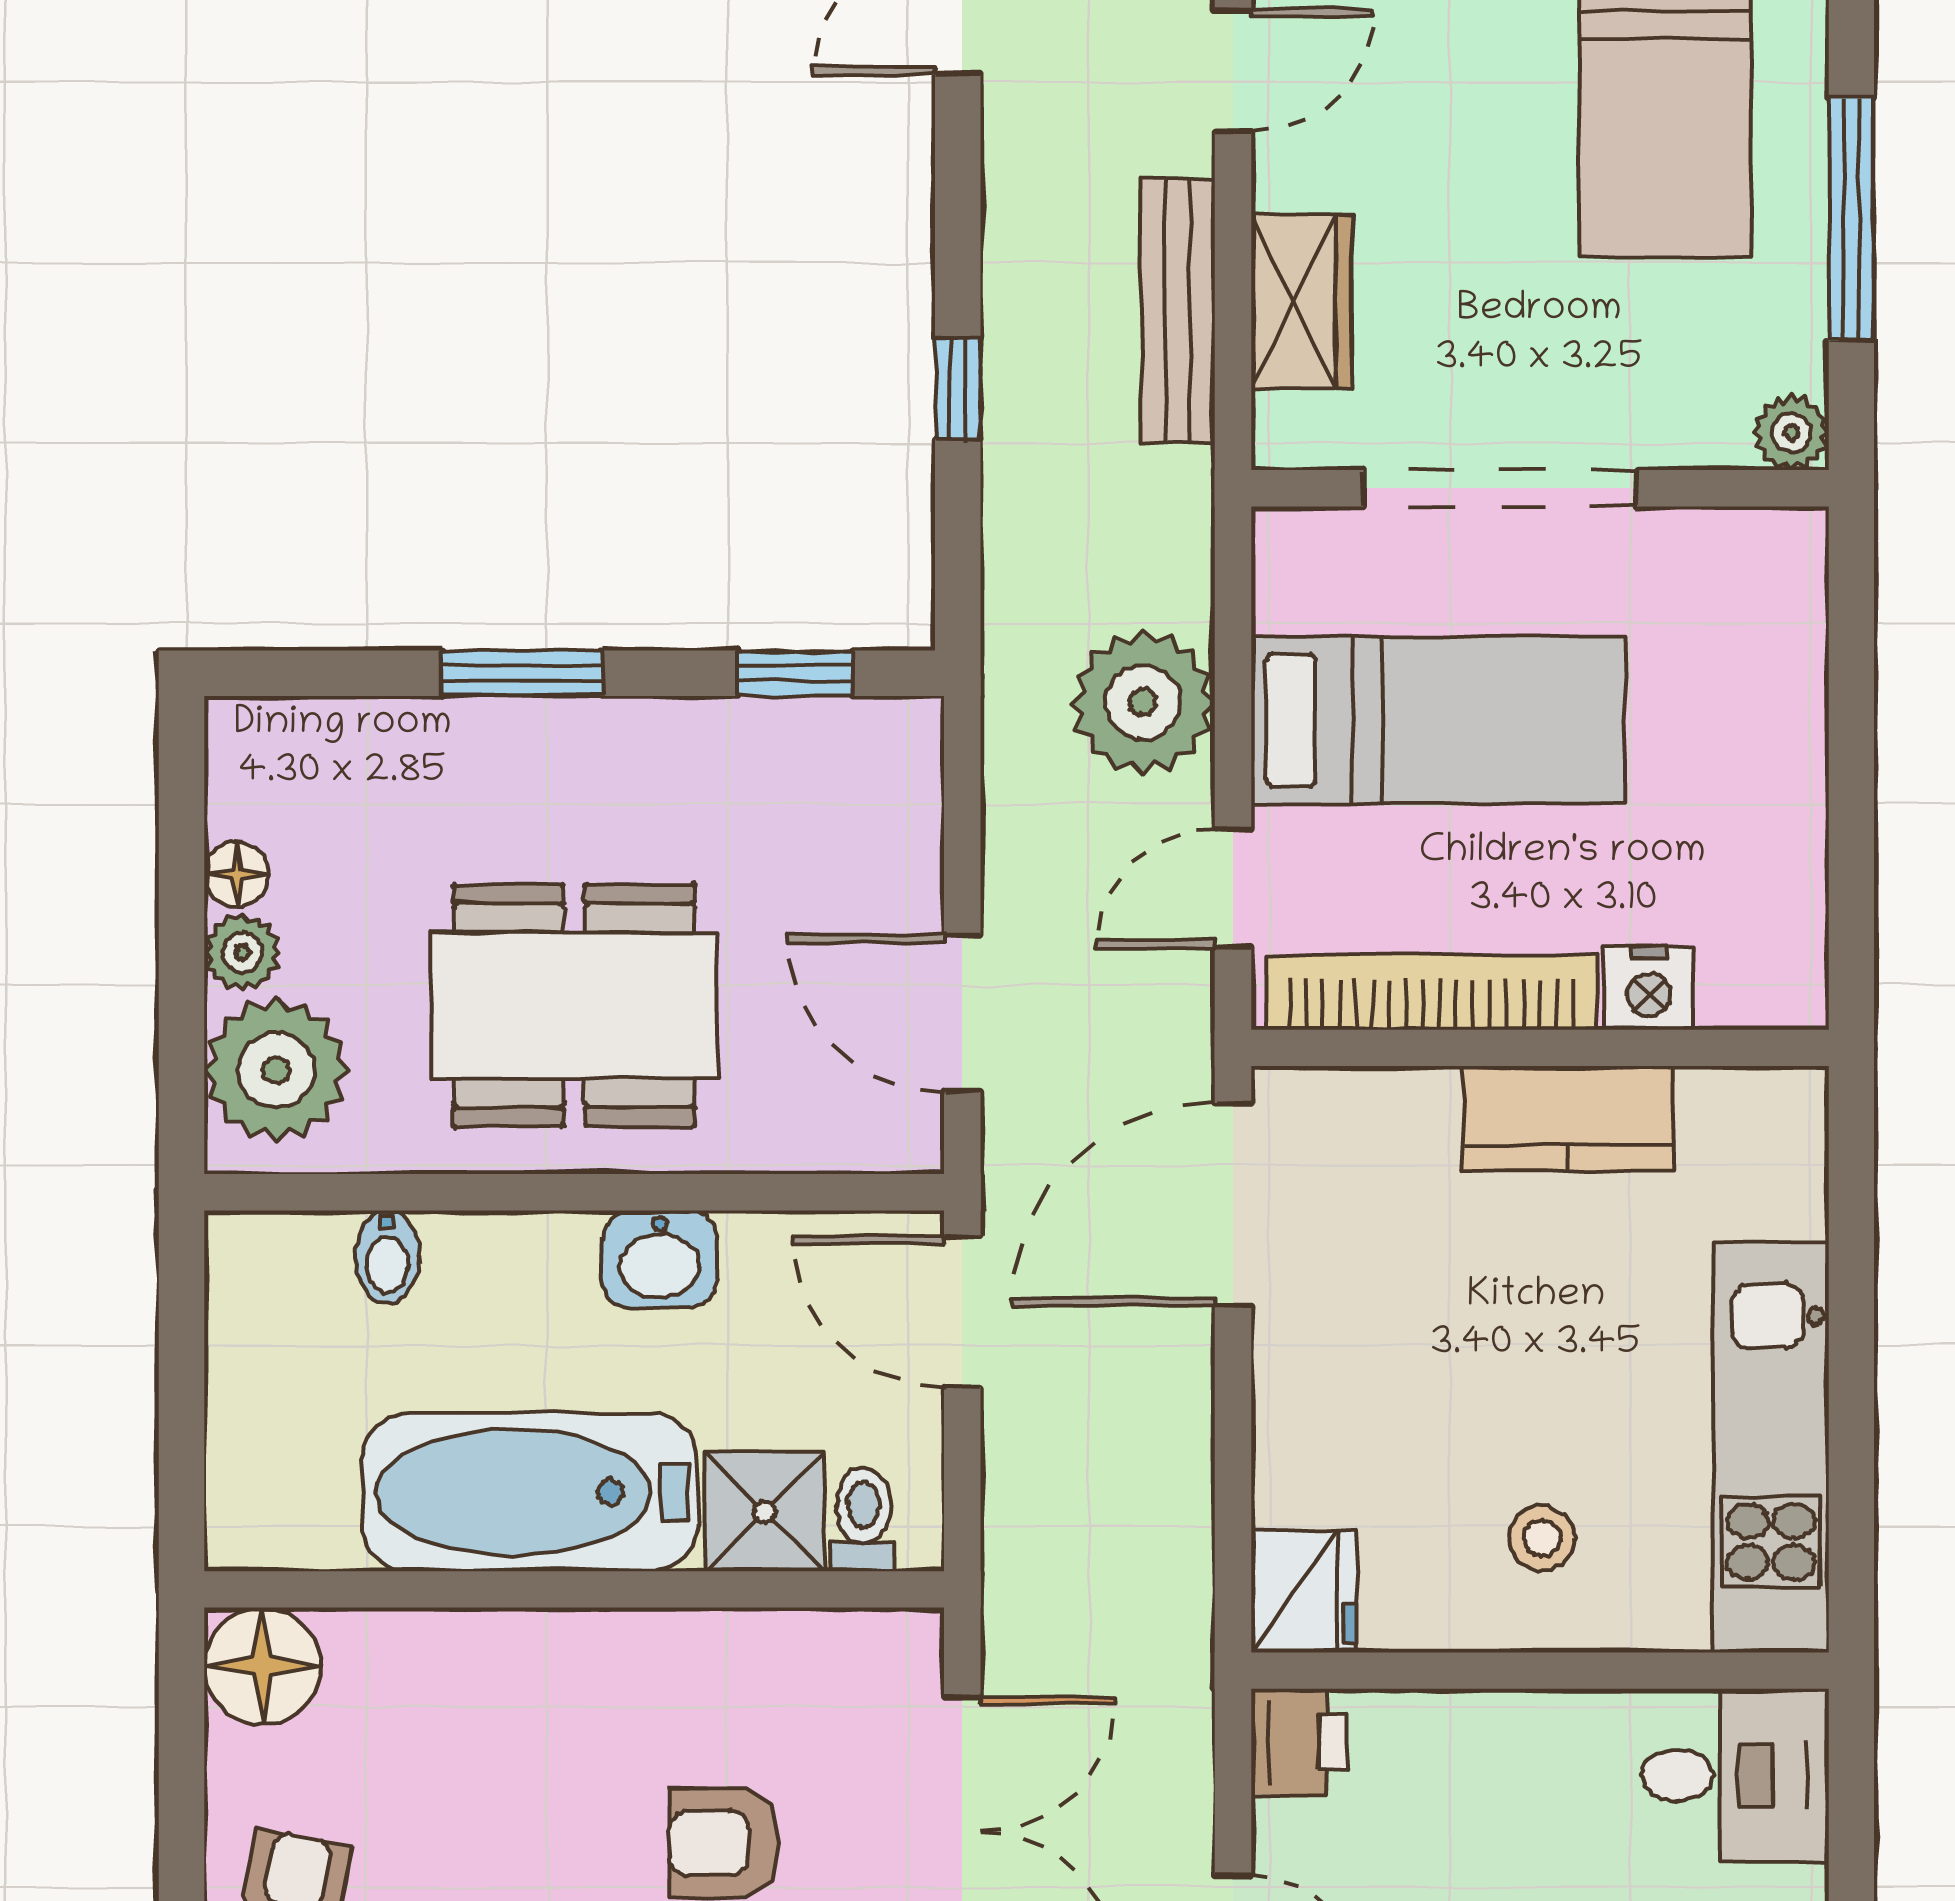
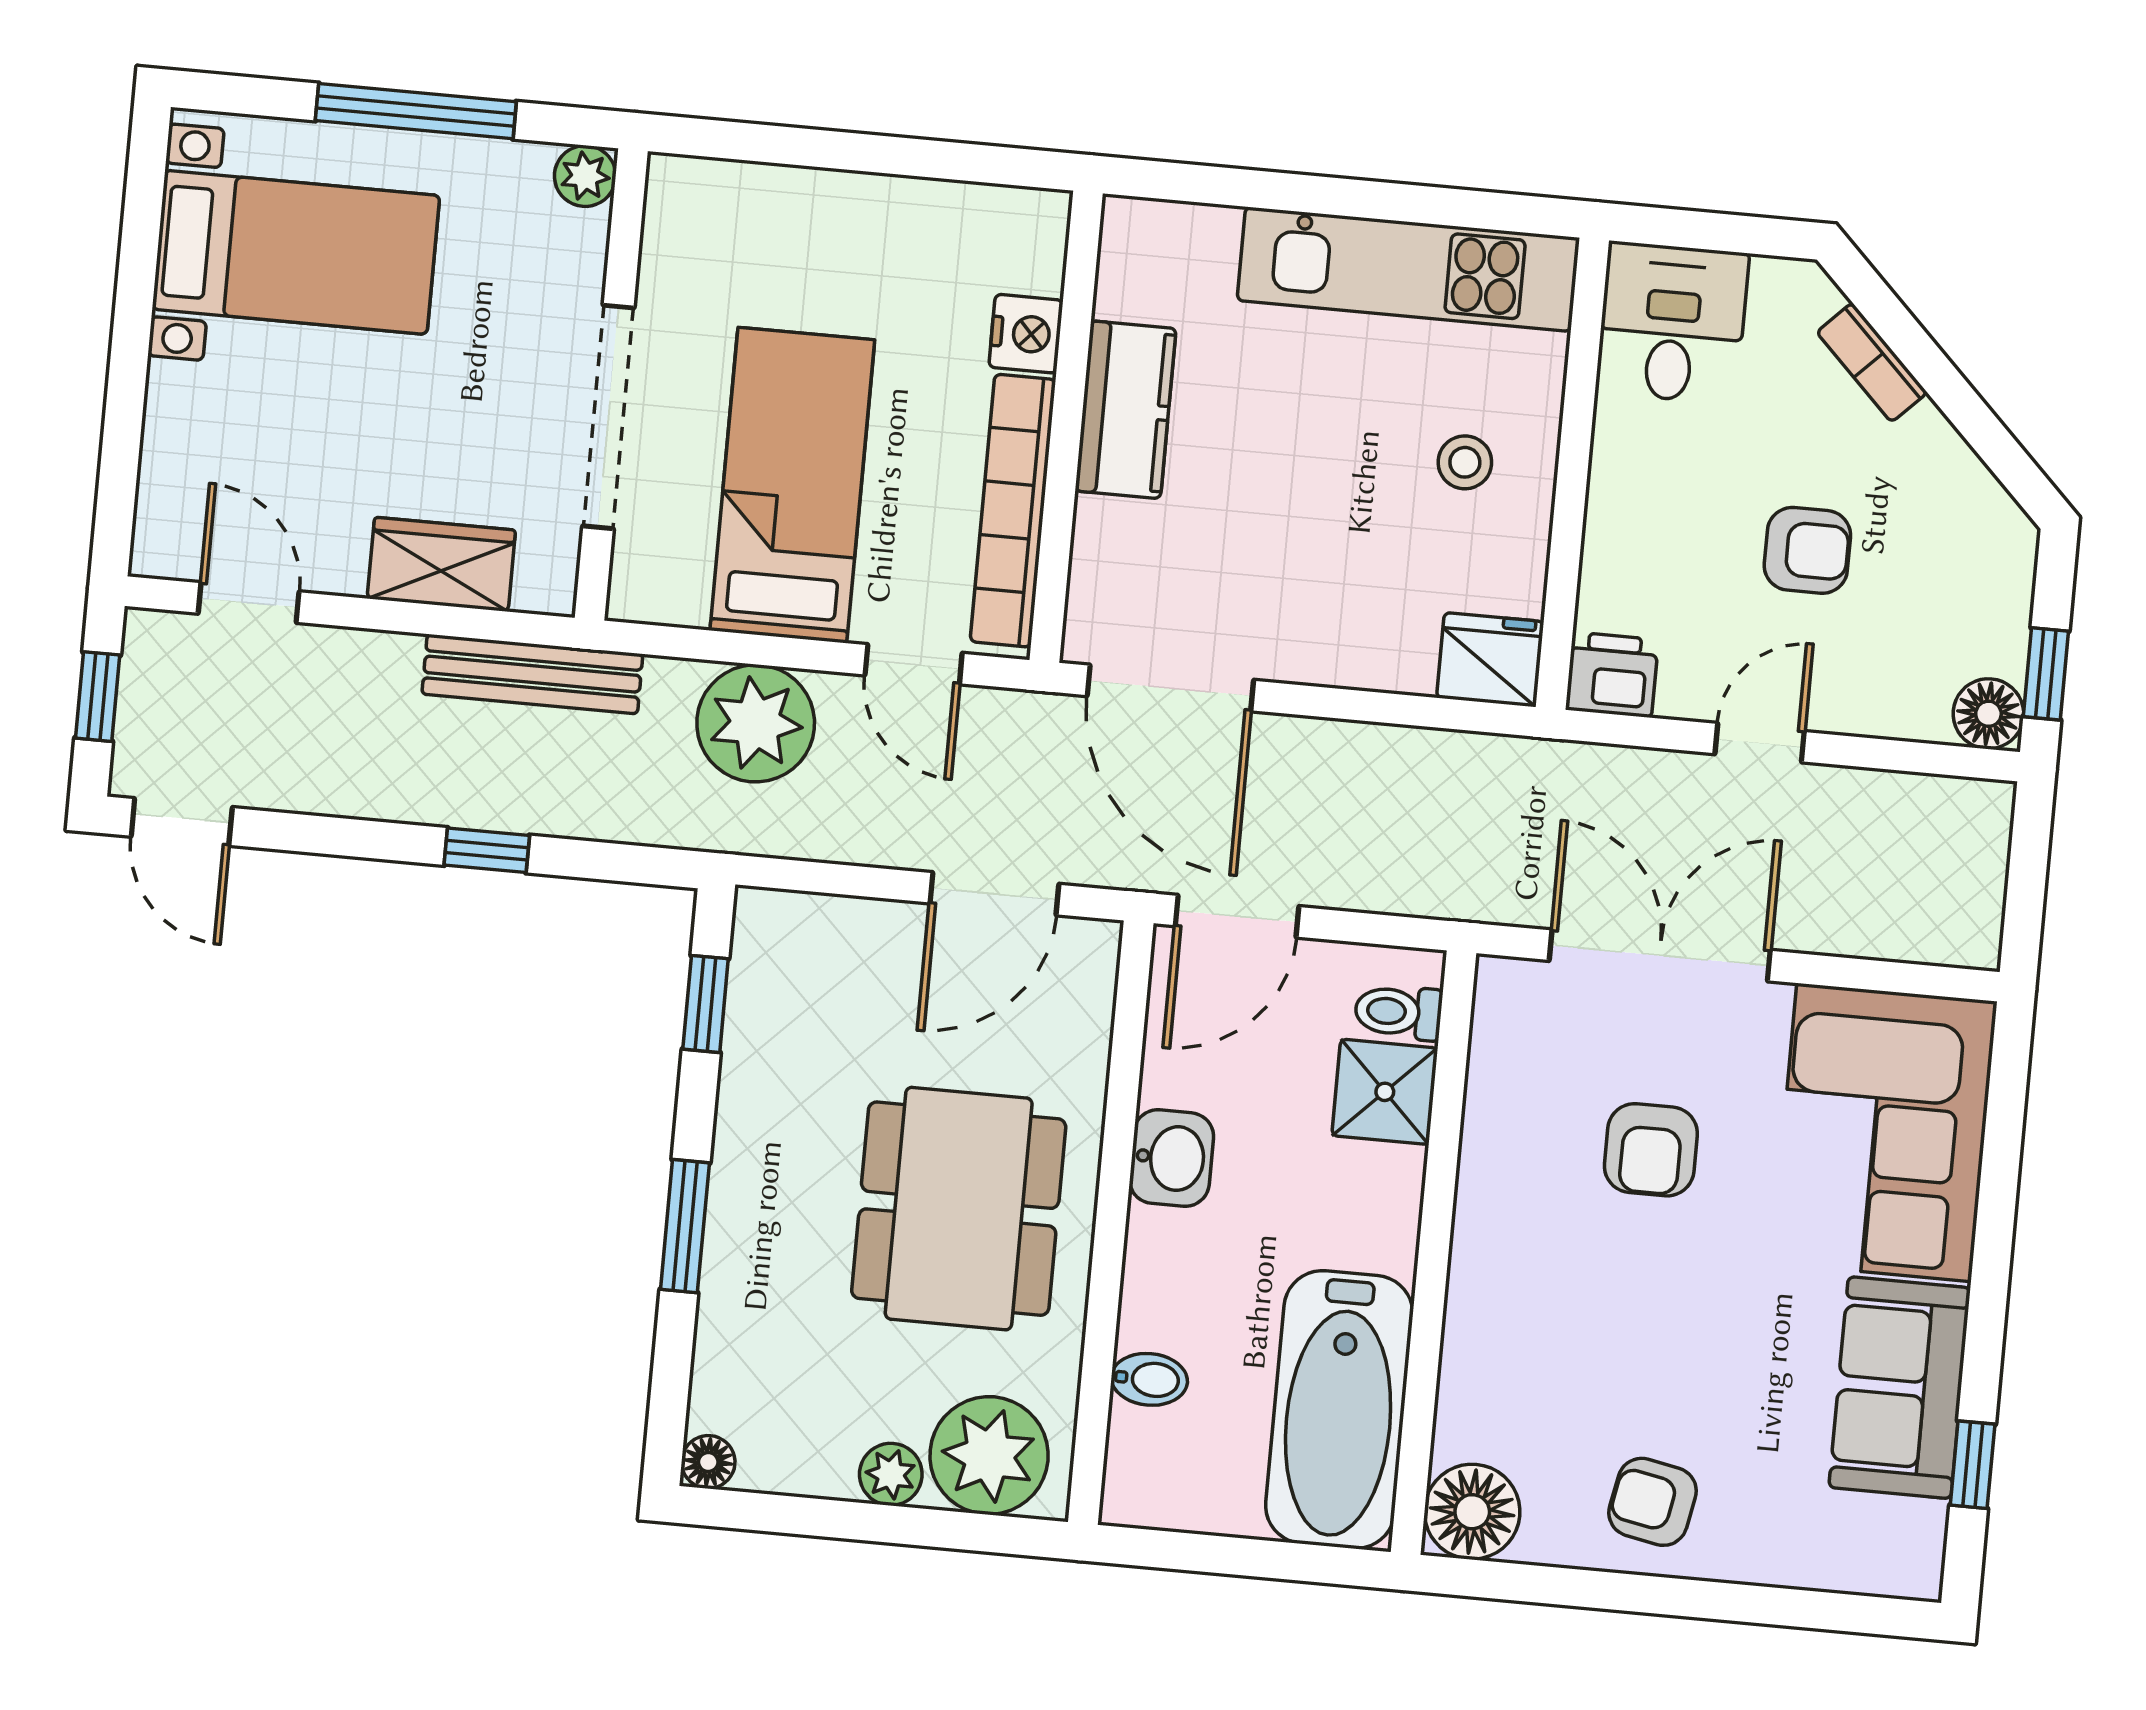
bench: (1178, 311) -> (532, 674), moved
floor lamp: (237, 874) -> (708, 1462), moved
bathtub: (530, 1492) -> (1339, 1410), moved

